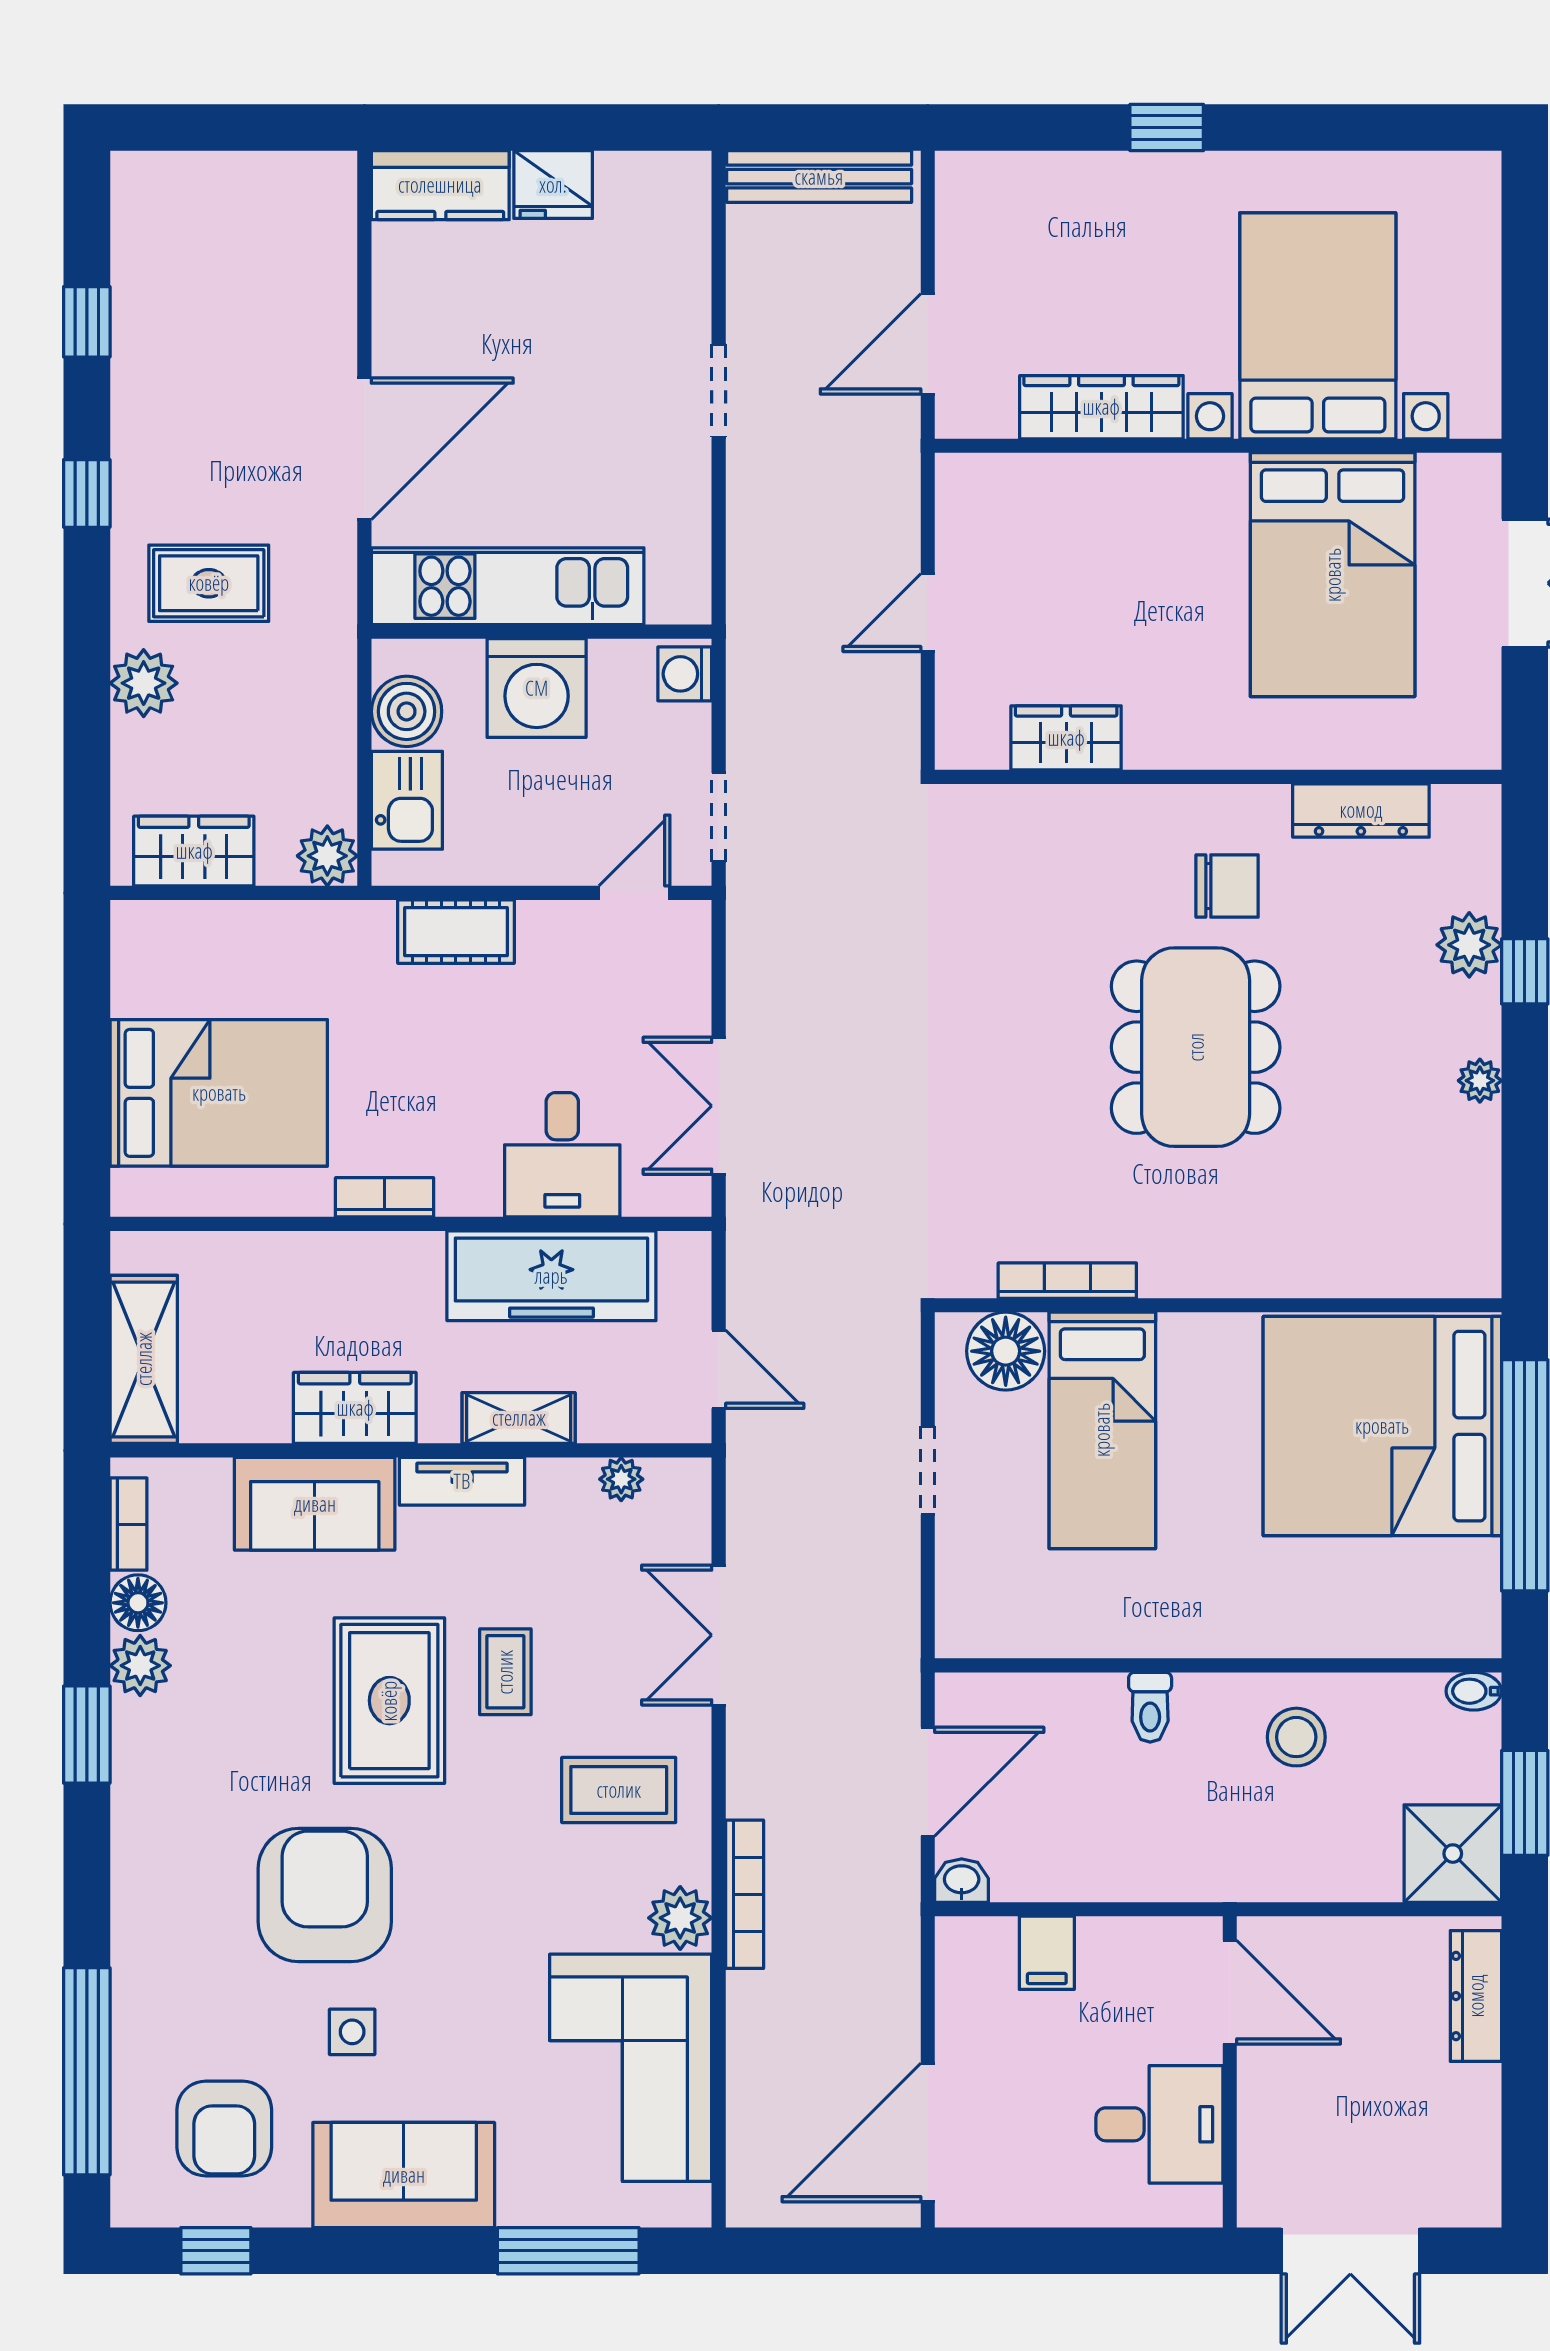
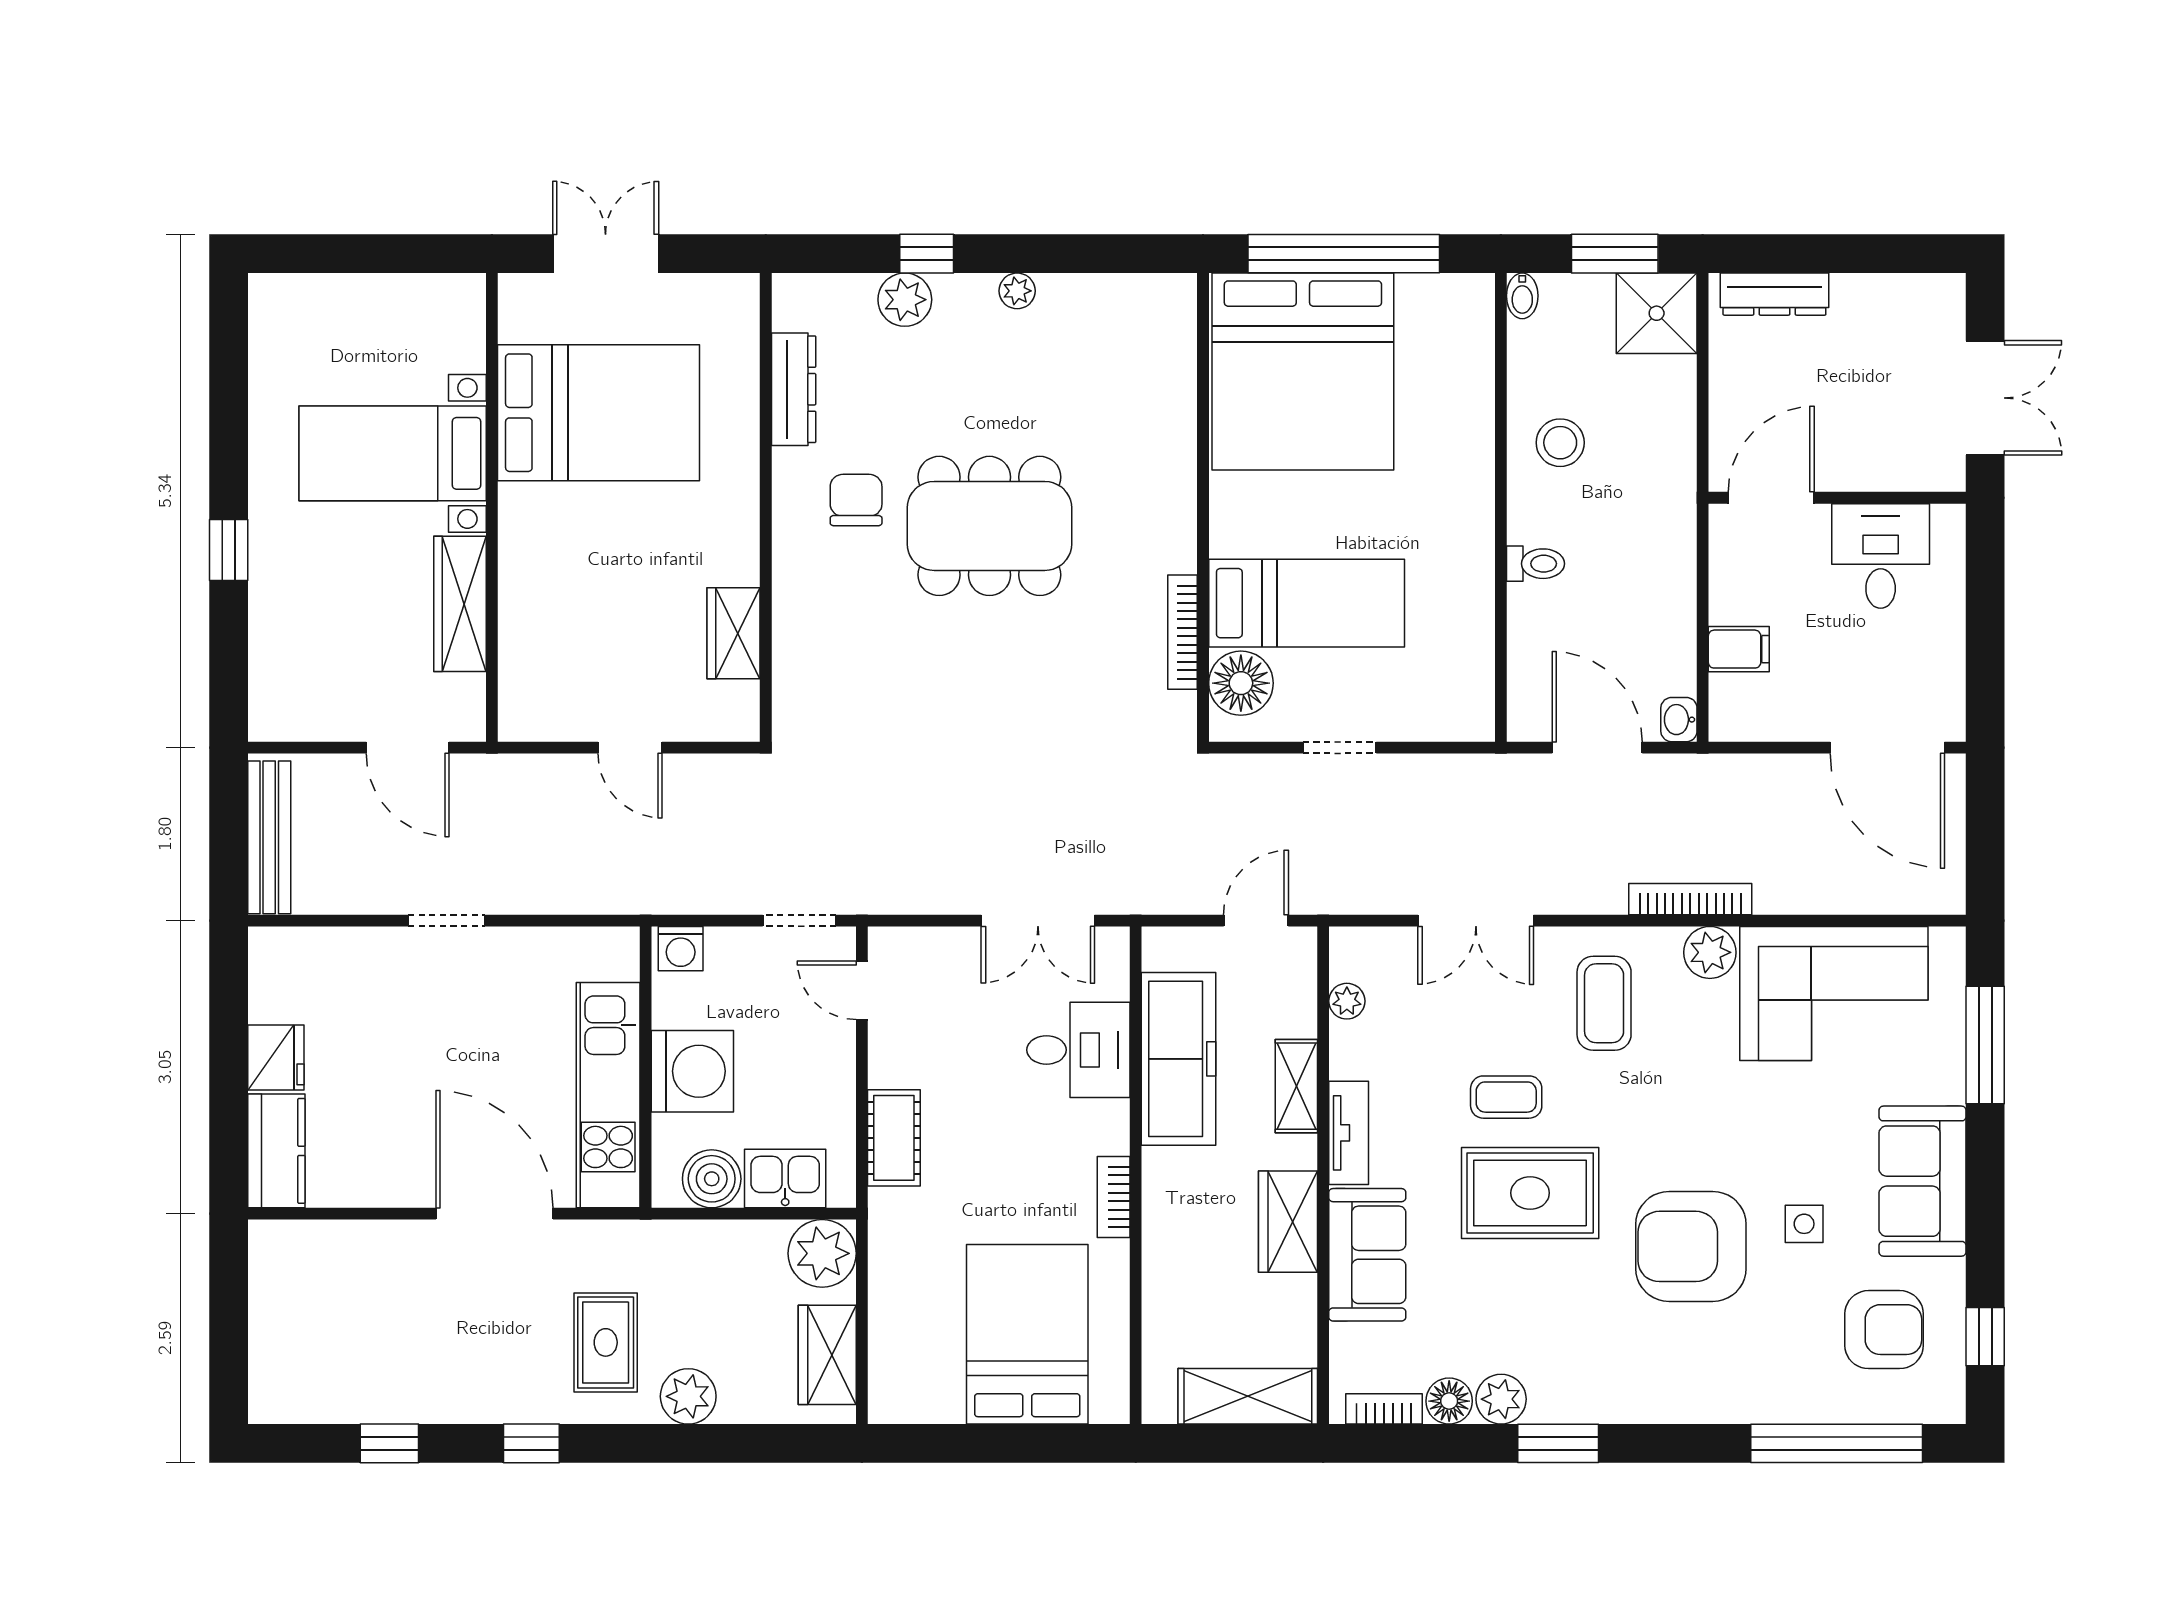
bed with nightstands: (1318, 326) -> (393, 453), width x0.73
plant: (327, 856) -> (822, 1253), width x1.36, depth x1.36

